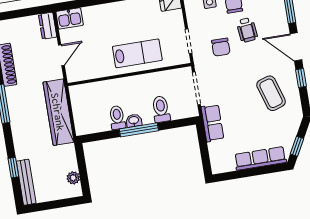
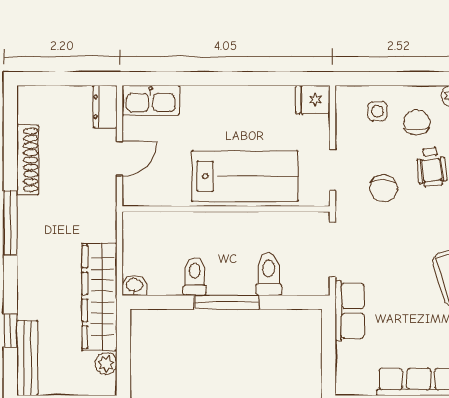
kitchen sink: (70, 18) -> (151, 100), width x1.38
lab bench: (137, 53) -> (245, 176), width x1.36, depth x1.39
wardrobe: (58, 112) -> (99, 297), moved
washbasin: (134, 121) -> (135, 286), moved

